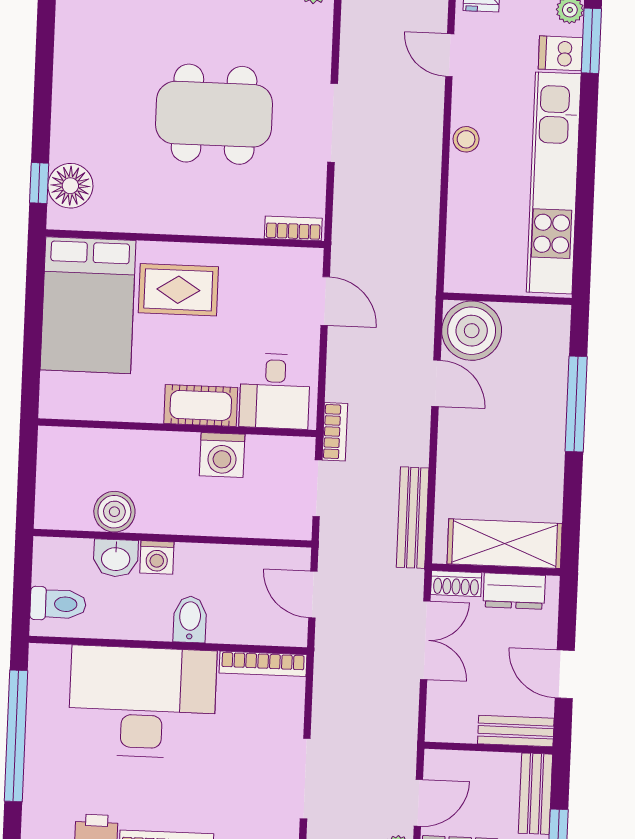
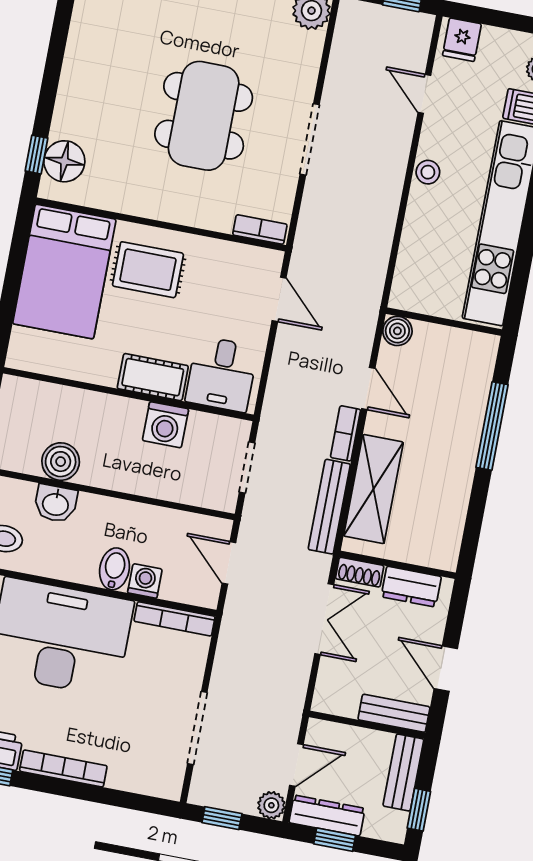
dining table: (214, 114) -> (204, 116), turned 90
boiler: (472, 331) -> (397, 331), width x0.54, depth x0.54
bookcase: (335, 432) -> (346, 433), moved, turned 180
shelving: (505, 544) -> (373, 489), moved, turned 90
washing machine: (157, 557) -> (145, 581), moved, turned 180

